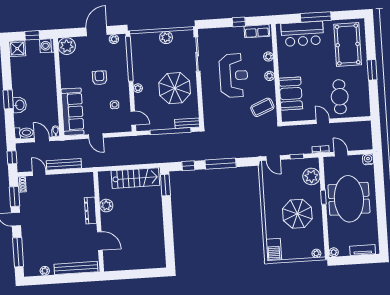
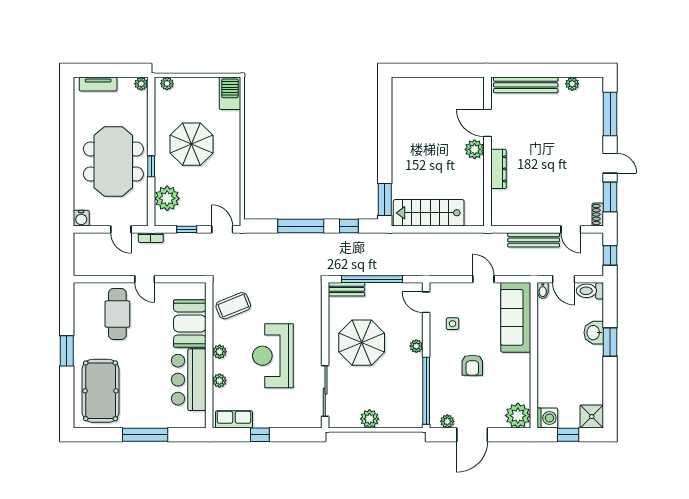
bar counter: (302, 34) -> (189, 380), moved, turned -90
plant: (106, 206) -> (475, 149), moved

